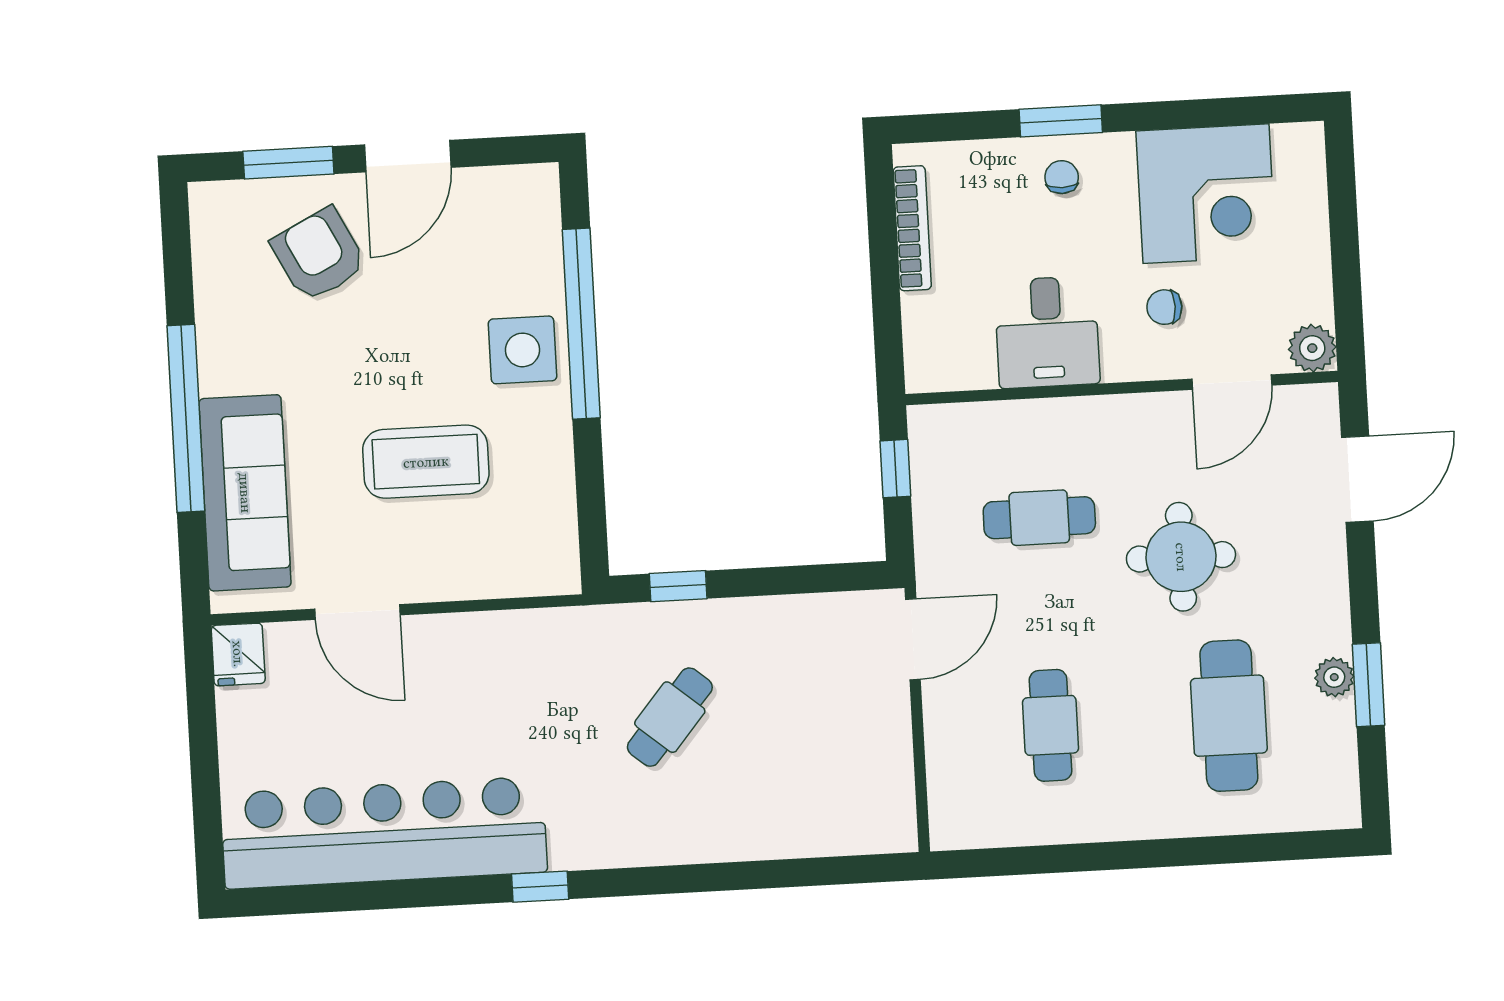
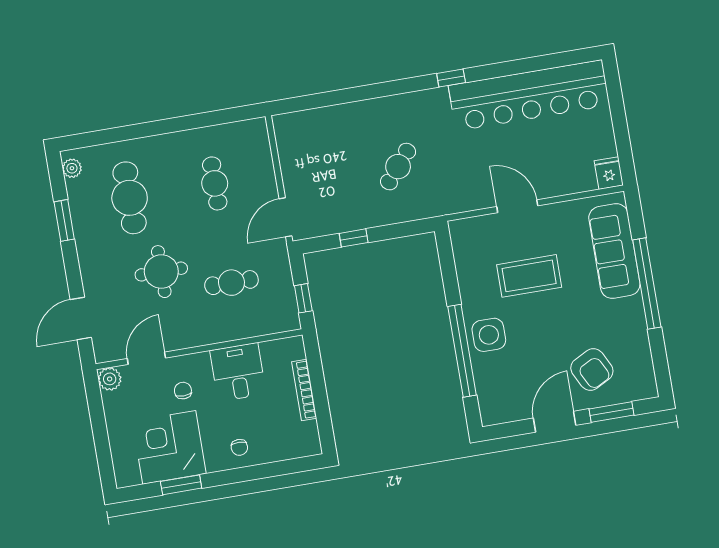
window: (1061, 121) -> (181, 485), moved
bookcase: (912, 228) -> (304, 390), moved
chair: (1164, 307) -> (183, 391), turned -90
window: (678, 586) -> (354, 238), moved
door: (357, 612) -> (517, 206), moved
plant: (1334, 677) -> (72, 168), moved

